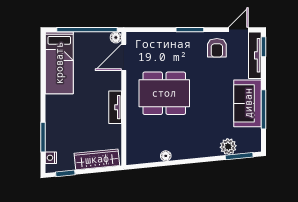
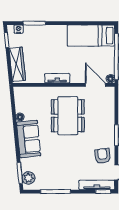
armchair: (217, 48) -> (103, 156), turned 83
sofa: (248, 103) -> (29, 139), moved, turned 84
plant: (228, 147) -> (28, 178), moved

